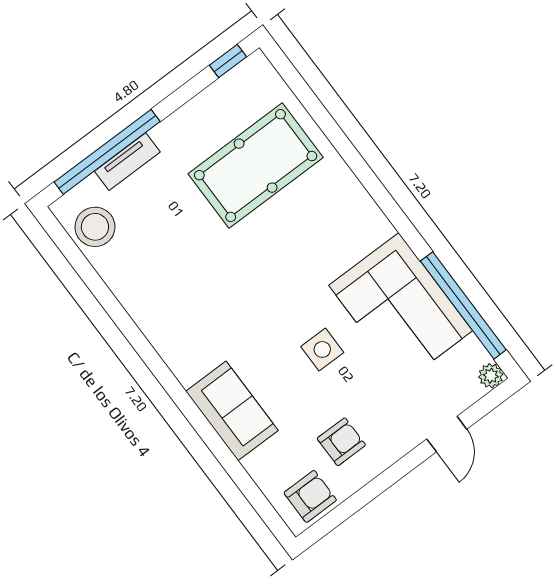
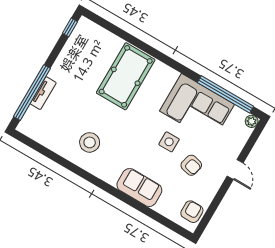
pool table: (256, 166) -> (126, 76), moved
stool: (95, 227) -> (90, 142), moved
door: (447, 434) -> (235, 169), moved
armchair: (341, 442) -> (191, 165), moved, turned 104

